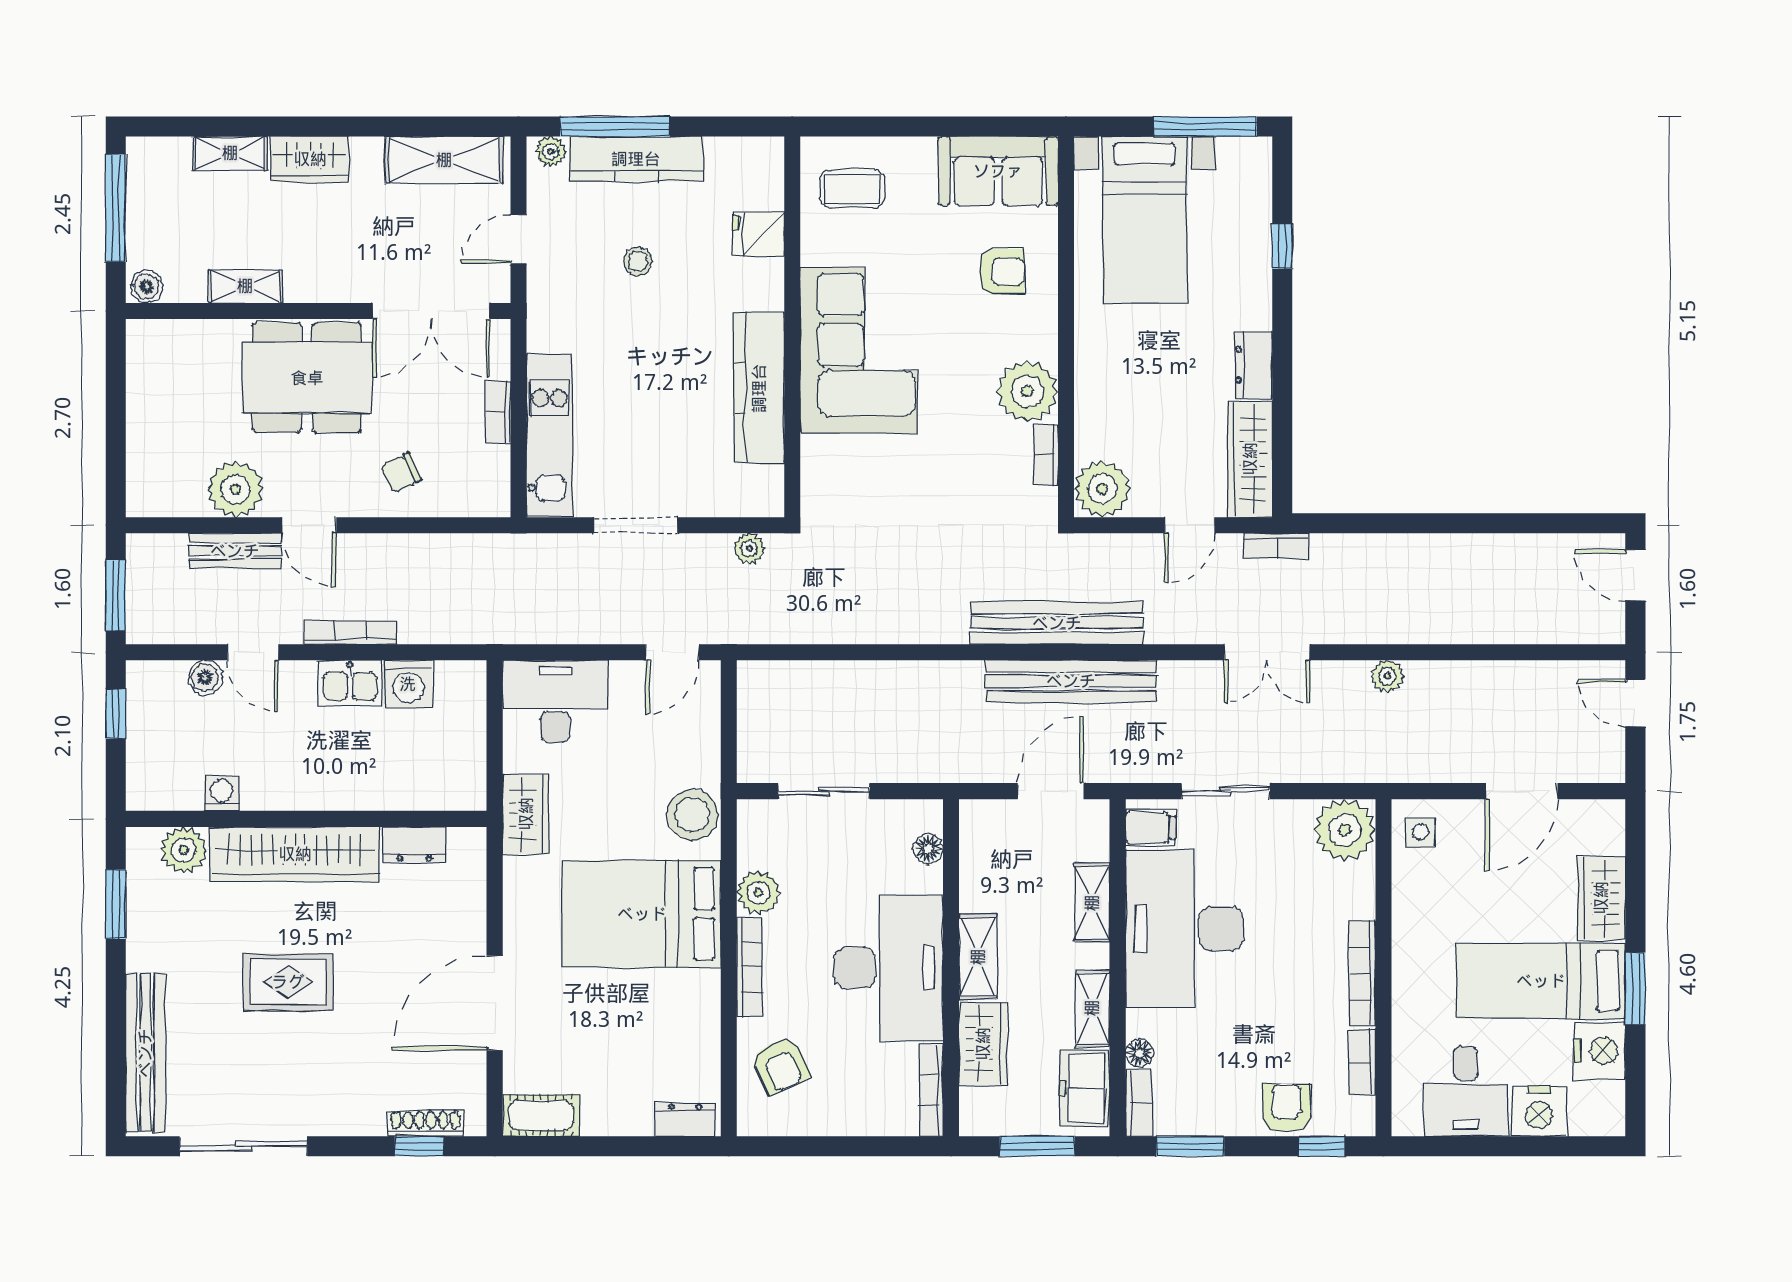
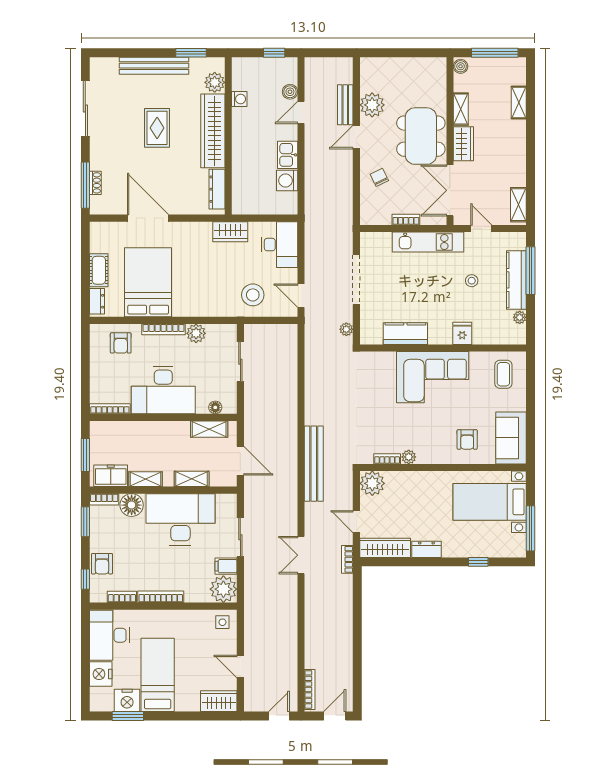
plant: (551, 151) -> (520, 317), moved
wardrobe: (310, 159) -> (463, 144), moved, turned 180
shelving: (444, 160) -> (518, 205), width x0.67, depth x0.75
fridge: (759, 234) -> (462, 333), moved
kitchen counter: (759, 388) -> (405, 334), width x0.67
plant: (1028, 391) -> (409, 457), width x0.53, depth x0.53
kitchen unit: (549, 436) -> (428, 242), moved
doorway: (636, 525) -> (356, 280), width x1.36
window: (116, 595) -> (326, 53), removed
bookcase: (351, 632) -> (310, 689), moved
plant: (1387, 676) -> (291, 608), removed
bench: (1071, 681) -> (288, 470), removed
door: (1522, 791) -> (240, 666), width x0.73
stool: (692, 815) -> (253, 295), moved
filing cabinet: (1150, 828) -> (226, 566), moved, turned 90
dresser: (414, 845) -> (217, 189), width x1.44
wardrobe: (1601, 898) -> (219, 701), moved
bed: (642, 914) -> (148, 282), moved
shelving: (978, 957) -> (209, 429), moved
window: (1635, 989) -> (128, 716), moved
wardrobe: (983, 1044) -> (130, 431), removed
bench: (145, 1053) -> (154, 66), moved
floor lamp: (1140, 1053) -> (132, 505), width x1.89, depth x1.89
armchair: (781, 1065) -> (121, 343), turned -65
desk: (1466, 1091) -> (109, 635), width x1.37
armchair: (1286, 1108) -> (102, 564), turned 90
cot: (541, 1115) -> (99, 270), moved
shoe rack: (425, 1123) -> (95, 183), width x0.70
window: (419, 1146) -> (85, 185), width x2.17

